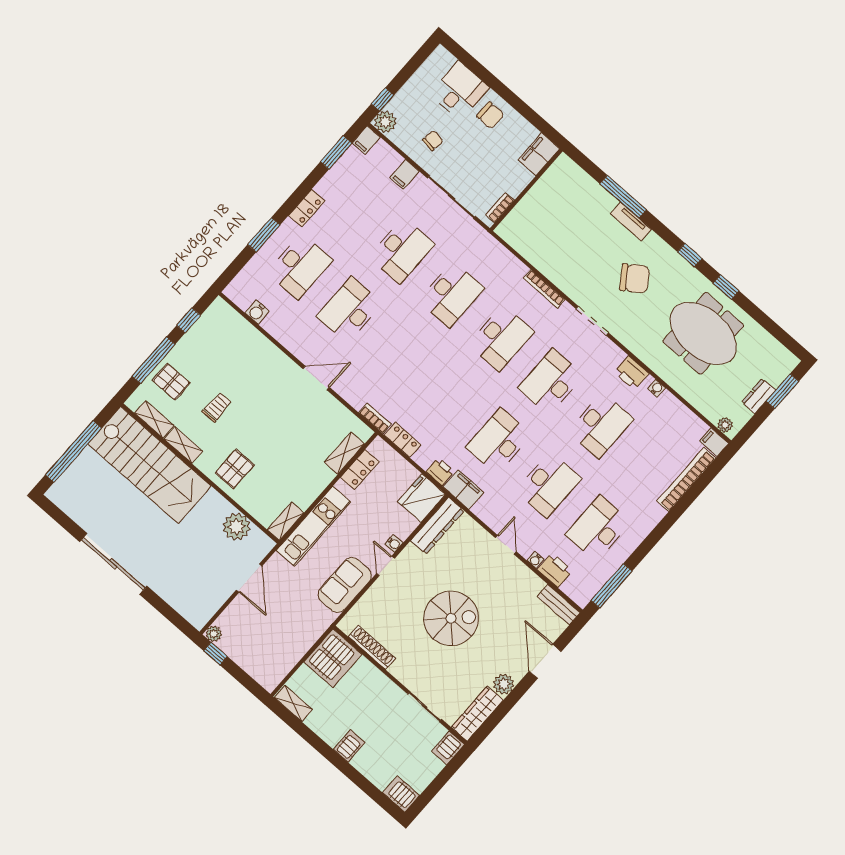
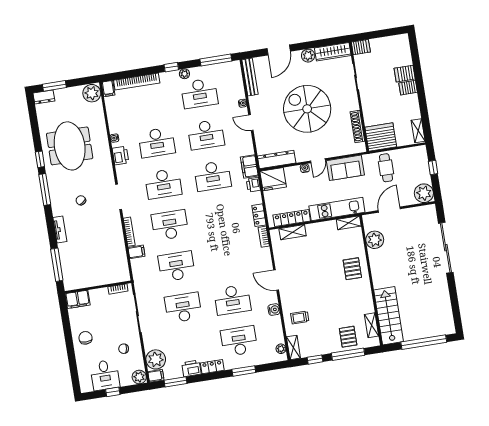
desk: (459, 91) -> (105, 375), moved, turned -90
window: (383, 100) -> (113, 392), moved
plant: (383, 160) -> (156, 359), added
filing cabinet: (405, 175) -> (136, 252), moved
window: (623, 197) -> (57, 265), moved
window: (690, 255) -> (45, 190), width x2.17
chair: (635, 278) -> (81, 200), width x0.54, depth x0.54
plant: (241, 299) -> (281, 349), added
water cooler: (257, 312) -> (274, 310), moved
dresser: (758, 396) -> (44, 97), moved
trolley: (217, 407) -> (300, 318), moved
desk: (601, 425) -> (157, 142), turned 180
plant: (725, 425) -> (92, 93), width x1.88, depth x1.88
shelving: (183, 445) -> (293, 347), moved
stairs: (149, 465) -> (389, 316), width x0.73, depth x0.66
pallet: (235, 469) -> (352, 269), turned 90
locker: (360, 470) -> (292, 218), width x1.53
desk: (548, 485) -> (206, 135), turned 180
window: (659, 532) -> (171, 67), added
plant: (636, 537) -> (184, 74), added
door: (506, 545) -> (251, 123), hinge flipped
sliding door: (113, 564) -> (446, 248), moved
printer: (555, 570) -> (191, 368), moved, turned 90
bench: (559, 605) -> (250, 77), width x1.36
spiral stairs: (451, 618) -> (307, 109), width x1.37, depth x1.37
cafe table: (295, 626) -> (386, 168), added
plant: (214, 634) -> (424, 193), width x1.87, depth x1.87
window: (216, 654) -> (433, 167), moved
server rack: (401, 794) -> (405, 74), moved, turned 90

